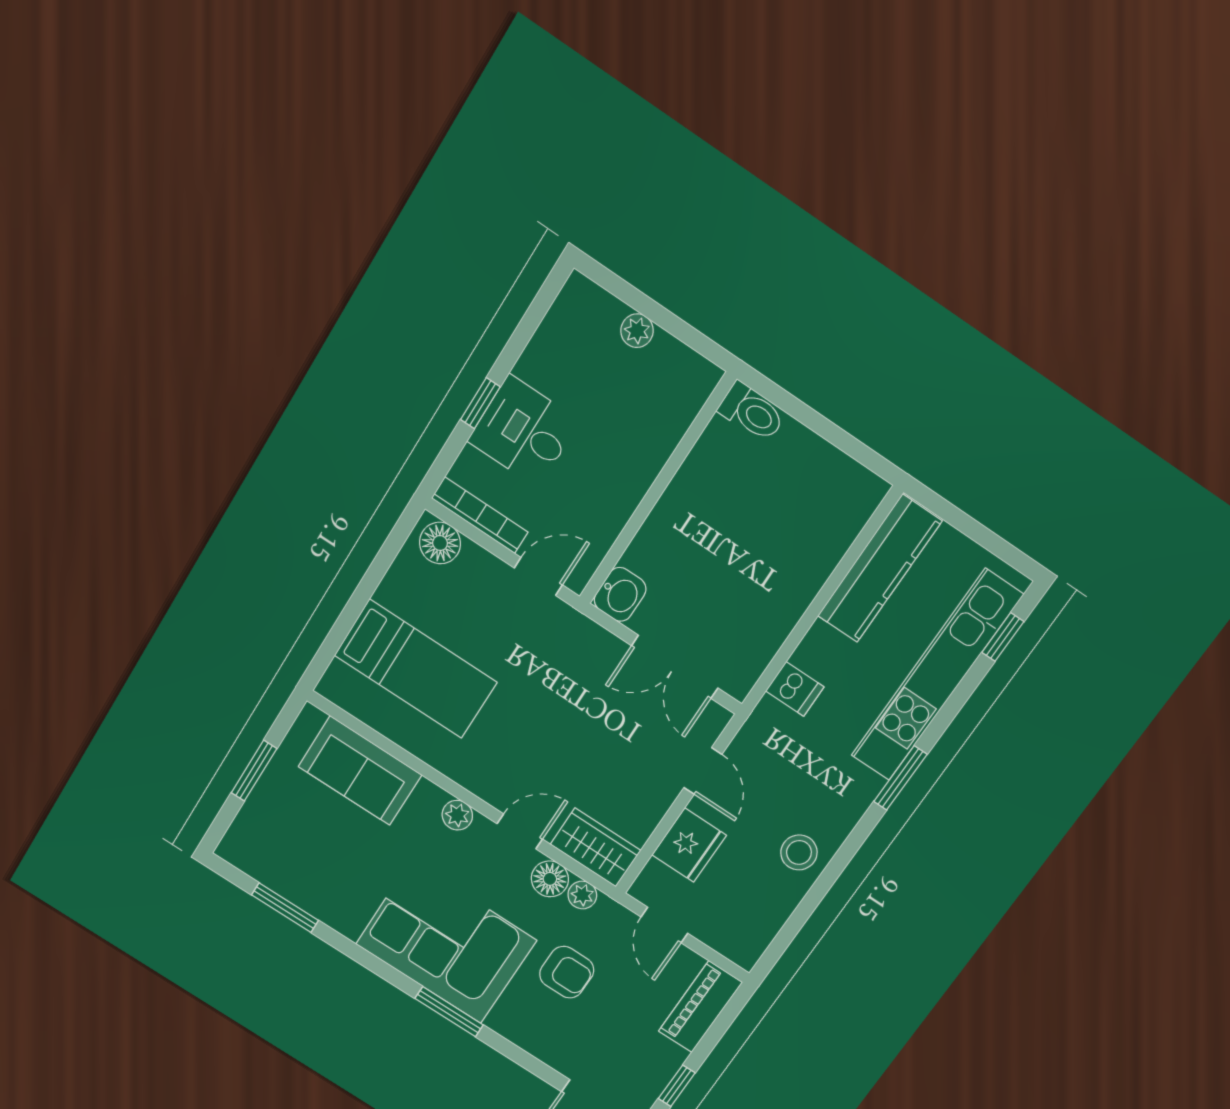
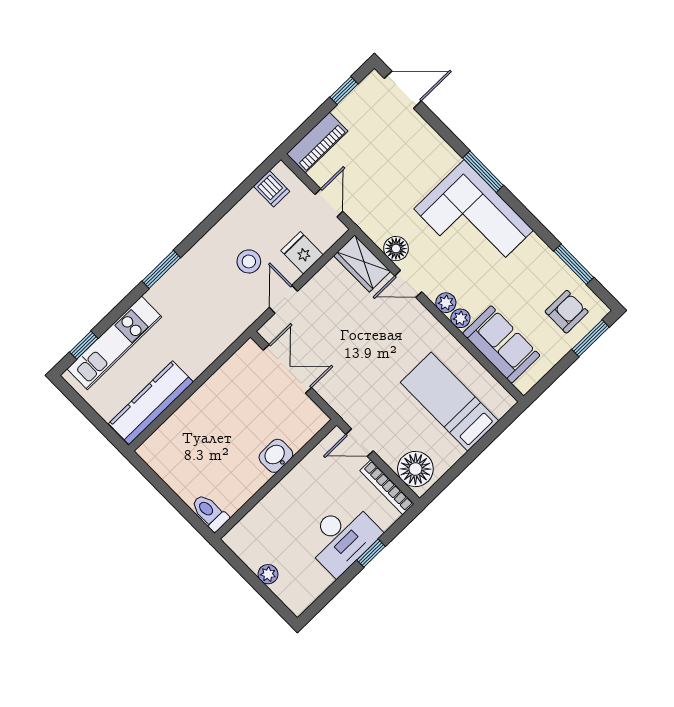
desk: (524, 431) -> (342, 538), width x1.37
floor lamp: (440, 543) -> (415, 469), width x1.38, depth x1.38
washbasin: (620, 594) -> (276, 456), moved
kitchen unit: (937, 676) -> (114, 343), width x0.73
dishwasher: (795, 689) -> (272, 189), moved, turned 180
window: (254, 771) -> (590, 338), moved
fridge: (689, 845) -> (302, 253), width x0.72
stool: (799, 852) -> (249, 261), moved
plant: (582, 895) -> (460, 318), moved
armchair: (567, 972) -> (567, 312), moved, turned 90

